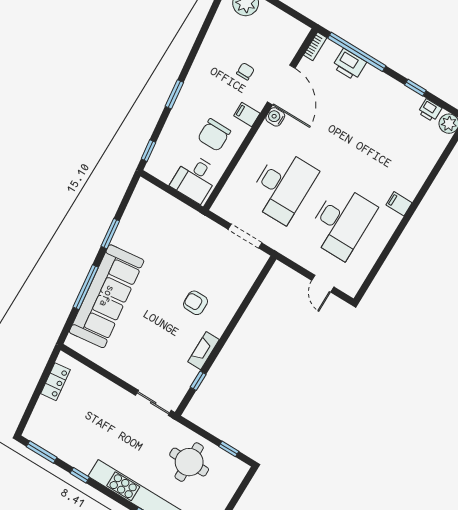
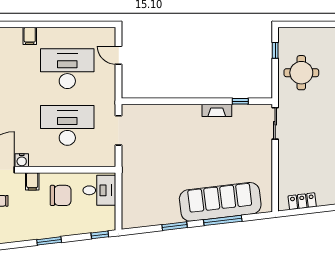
door: (323, 284) -> (119, 55), swing flipped
armchair: (195, 303) -> (187, 137), removed

